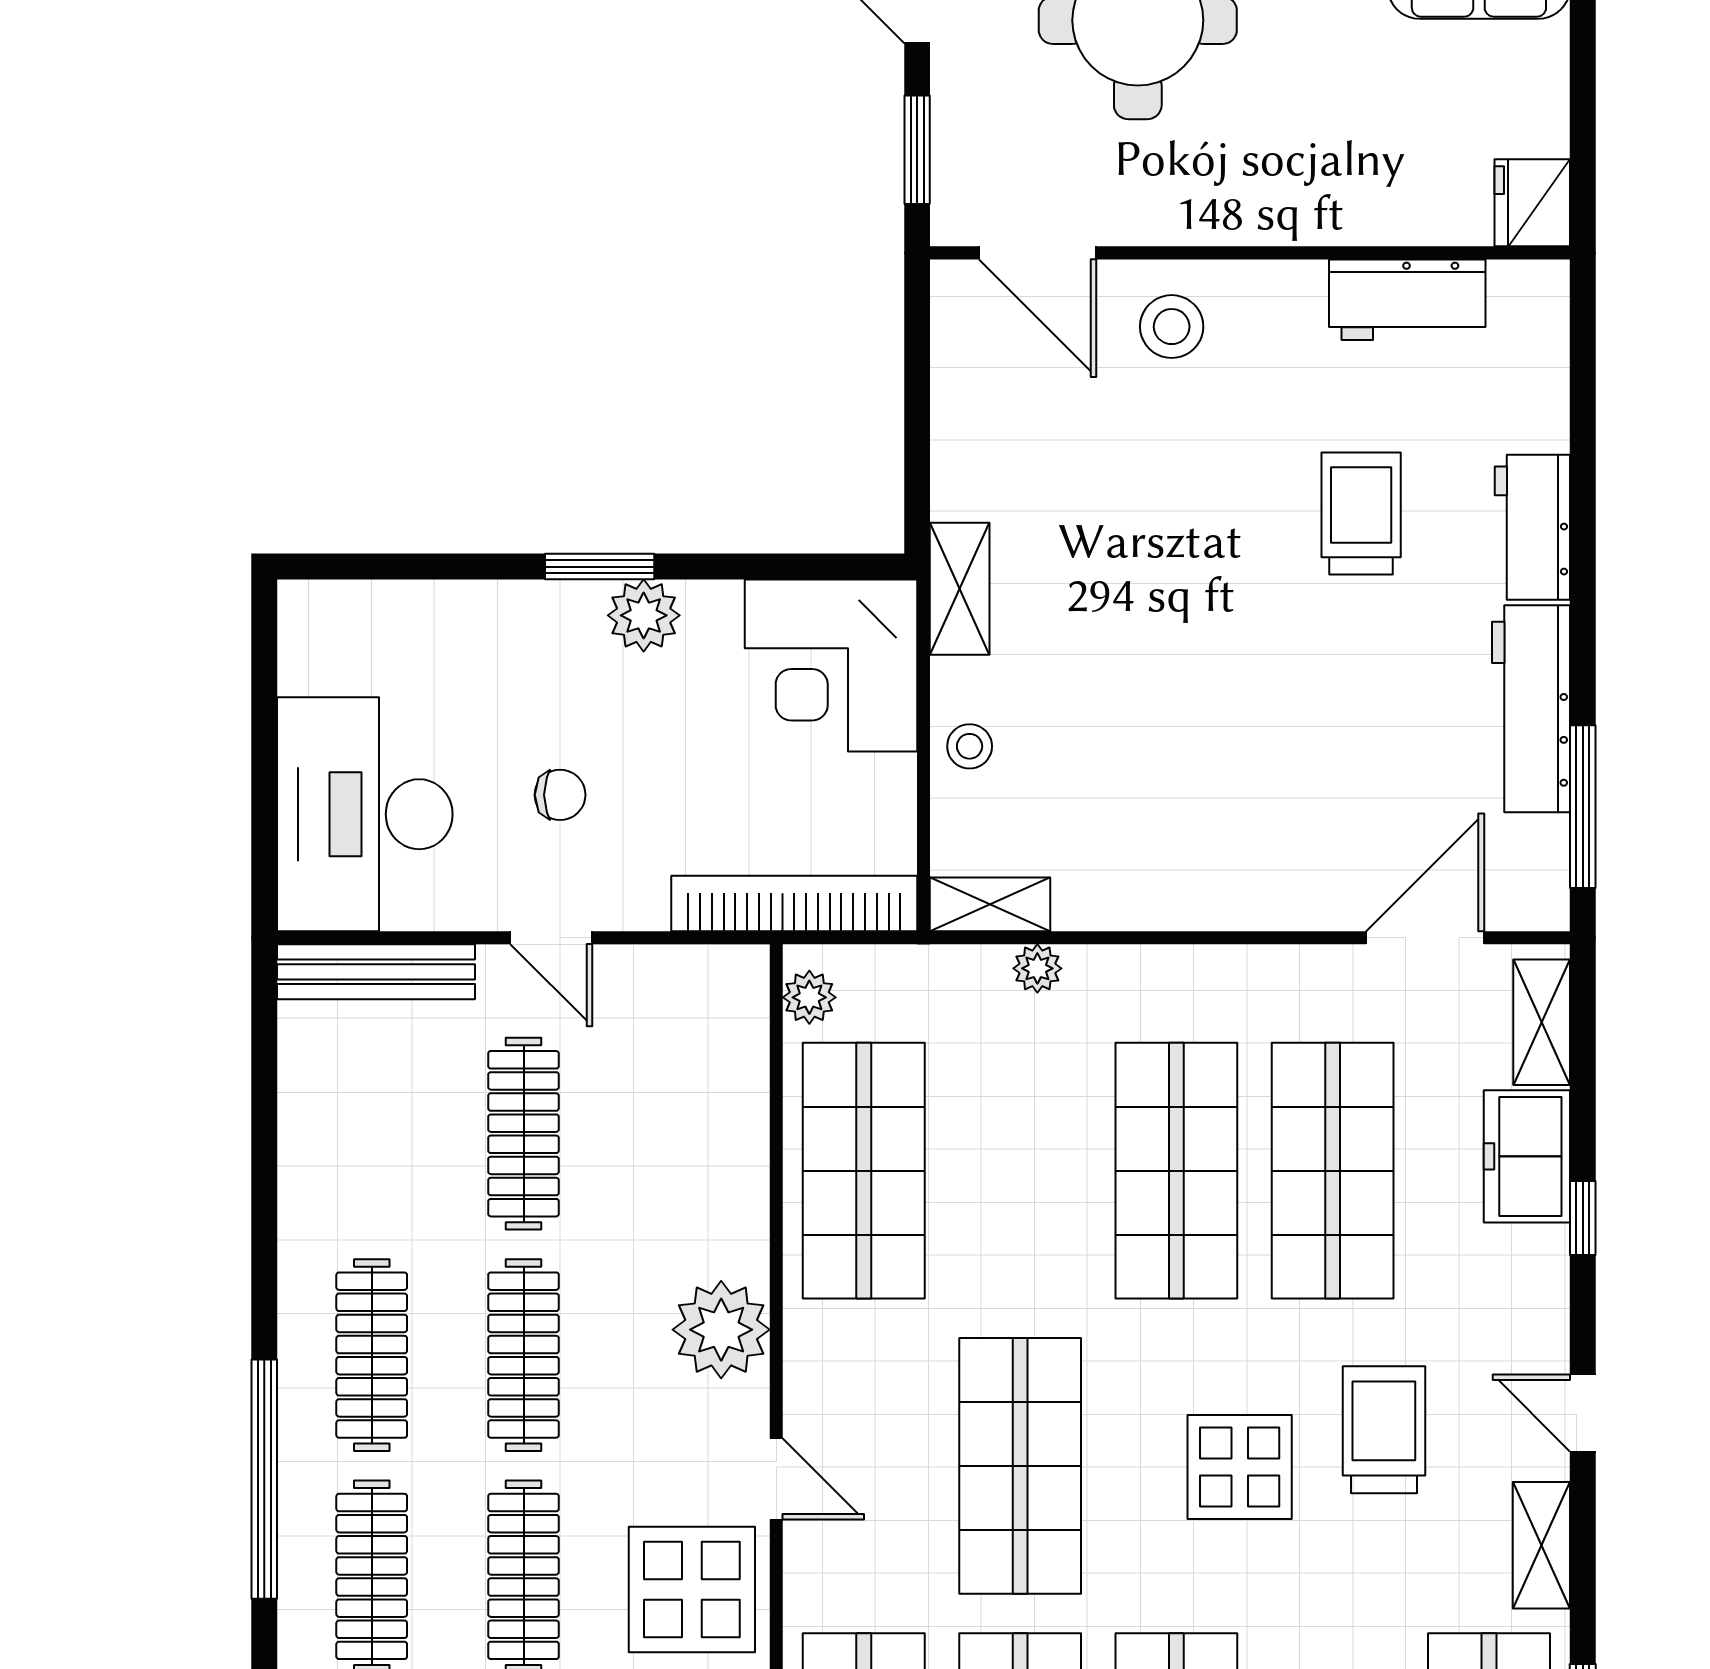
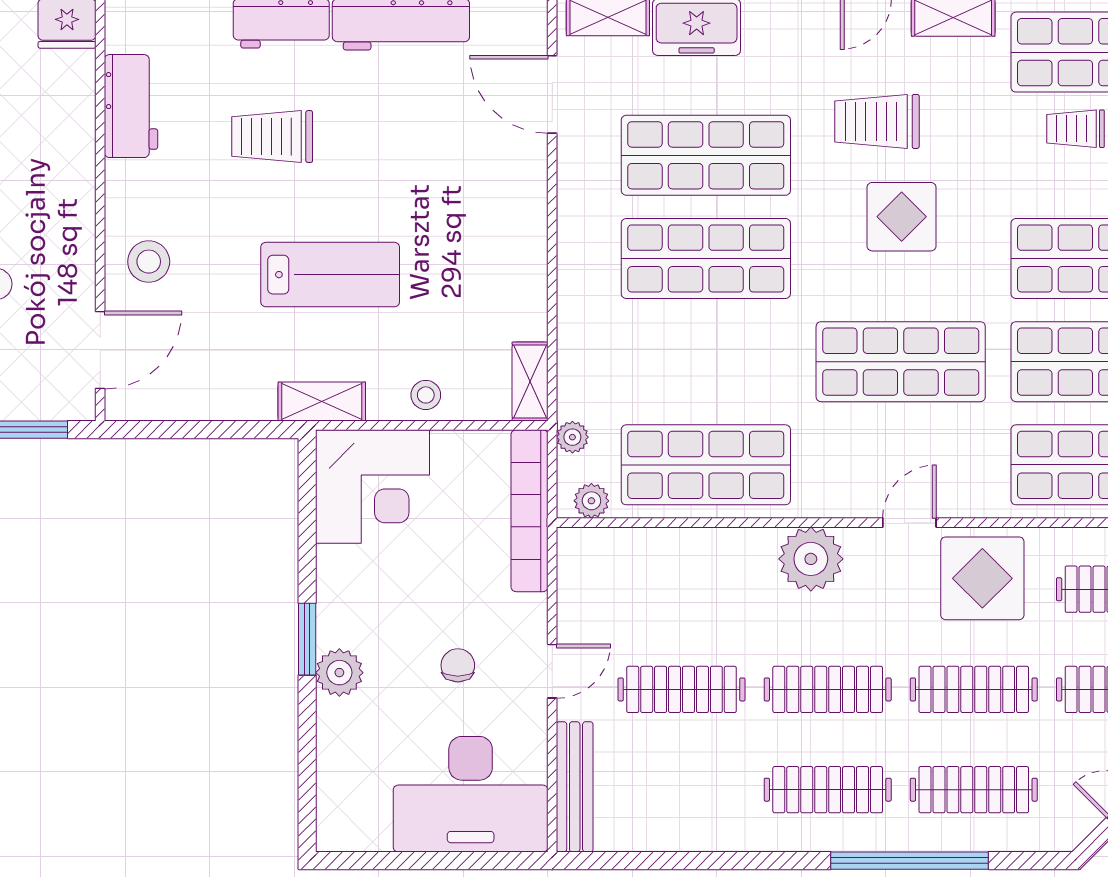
lab bench: (1152, 601) -> (330, 275), added
plant: (644, 615) -> (339, 673), moved
plant: (1037, 968) -> (572, 437), moved

